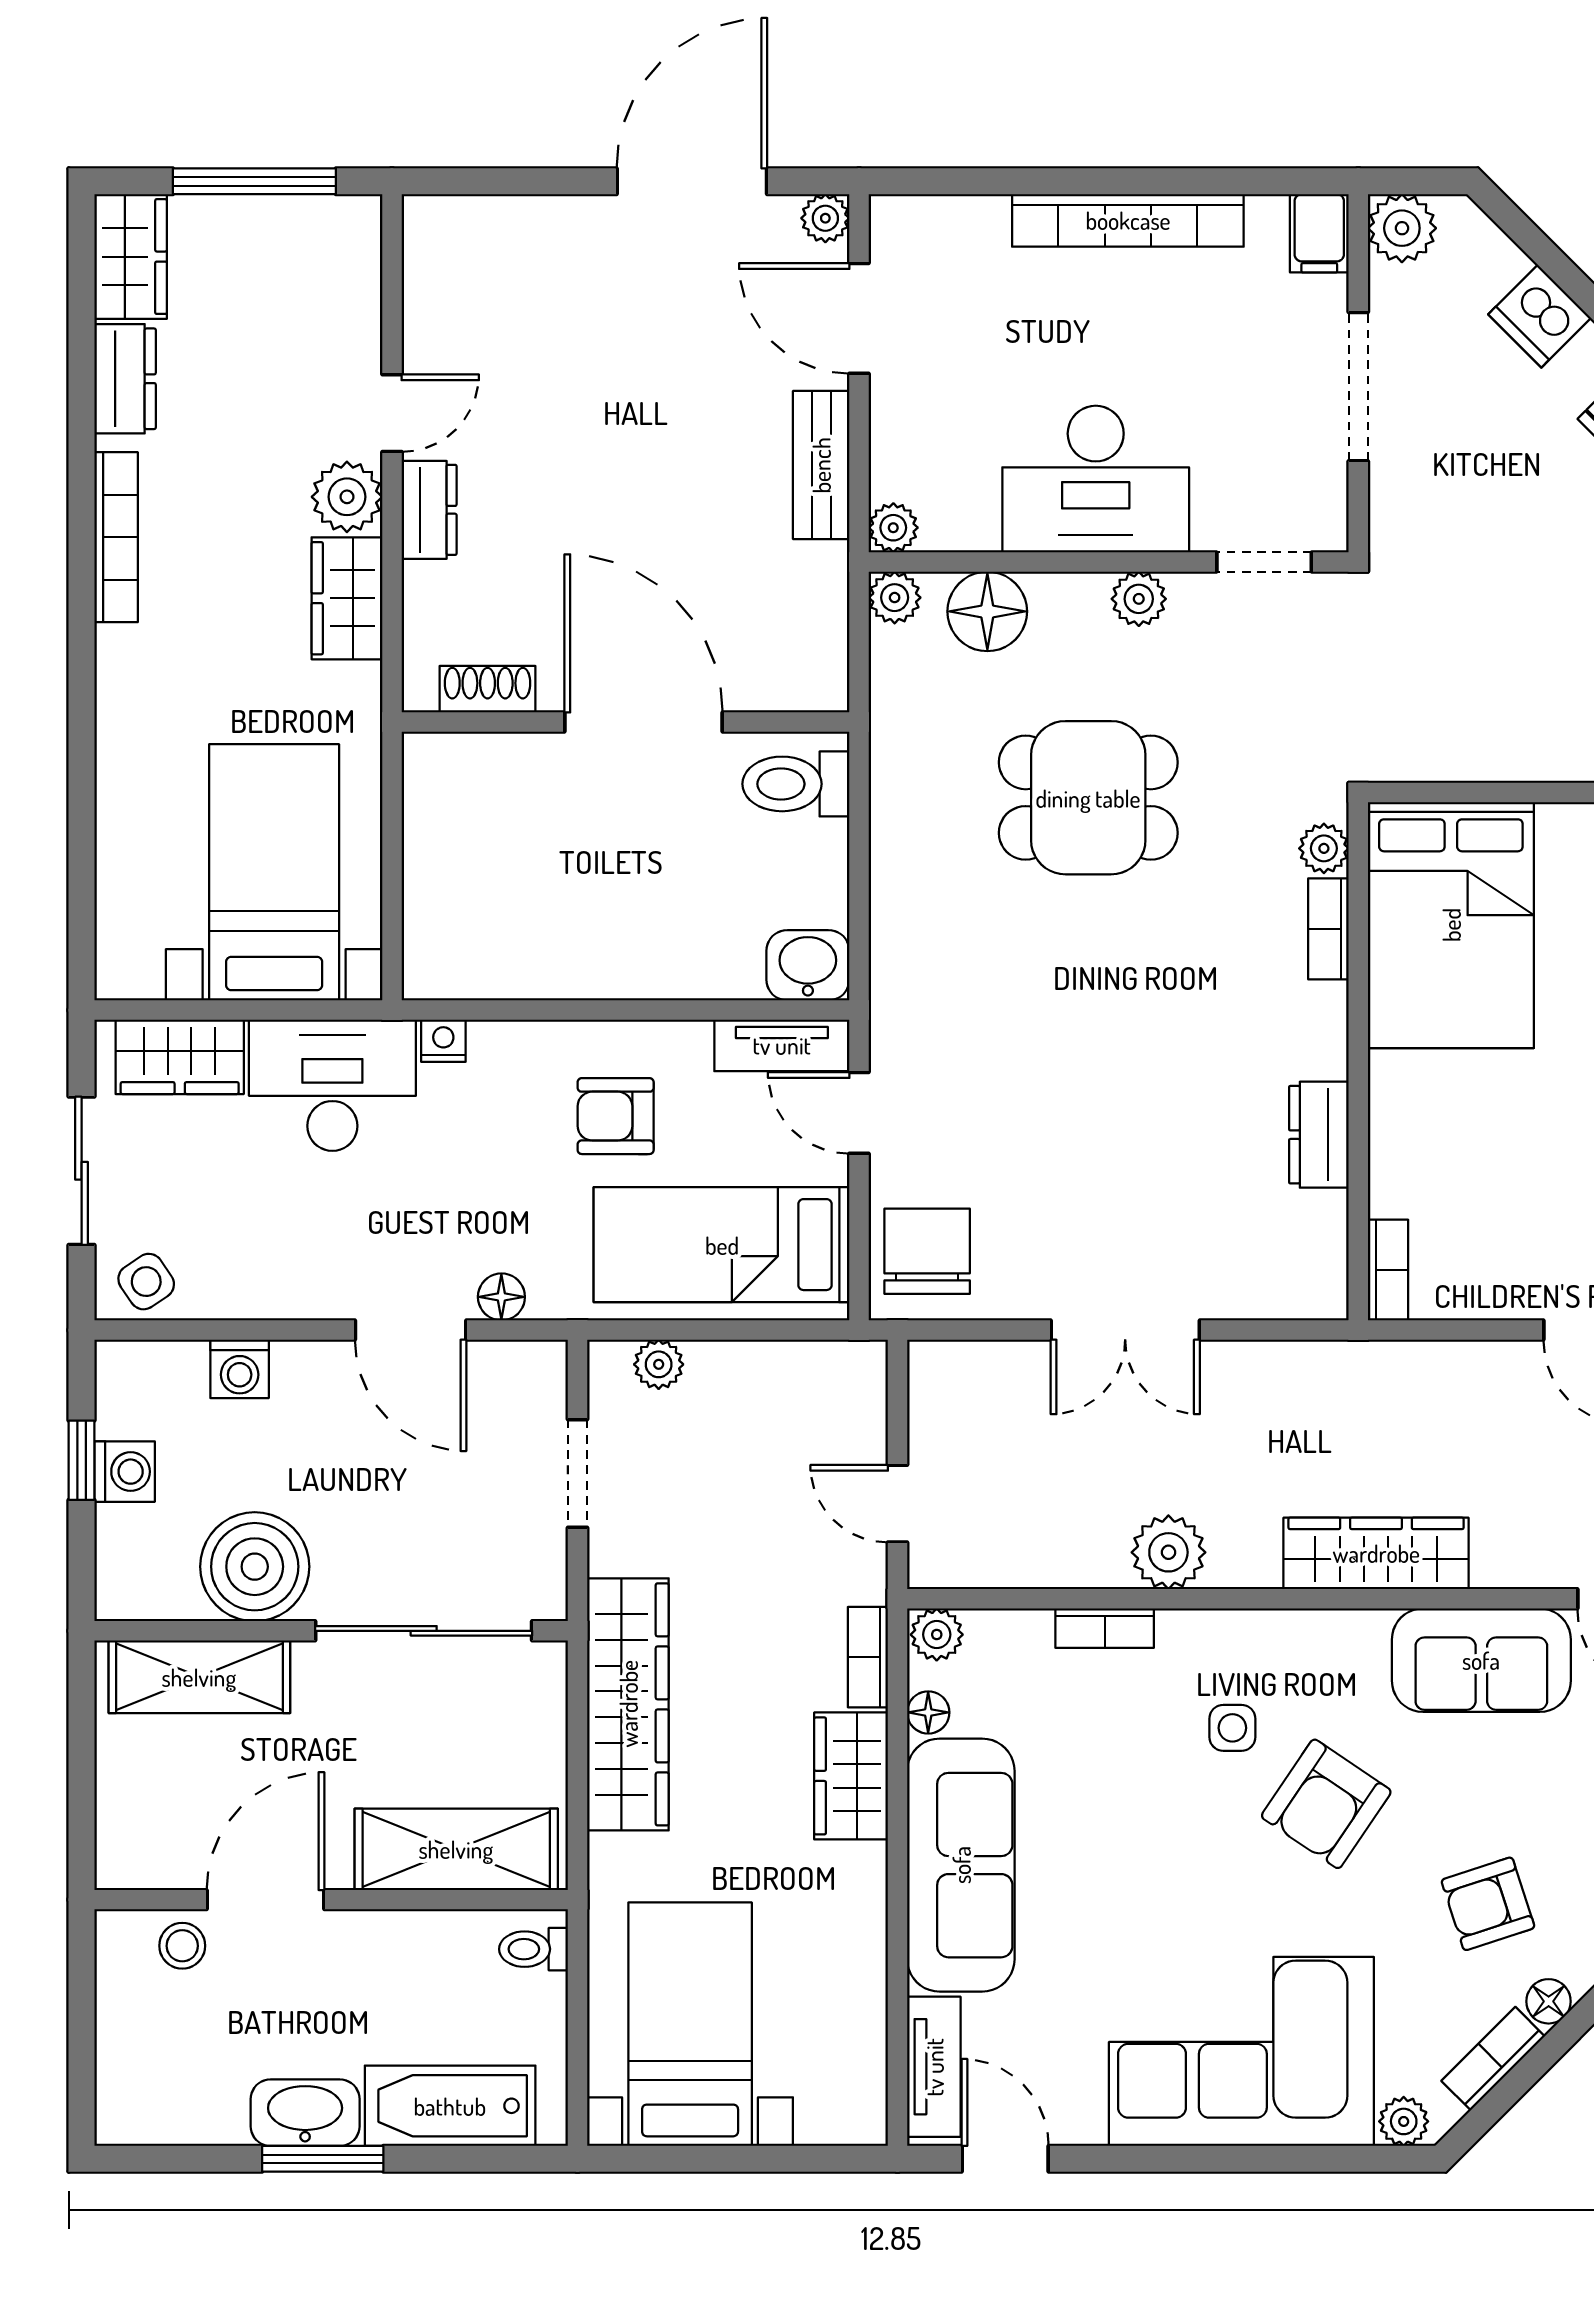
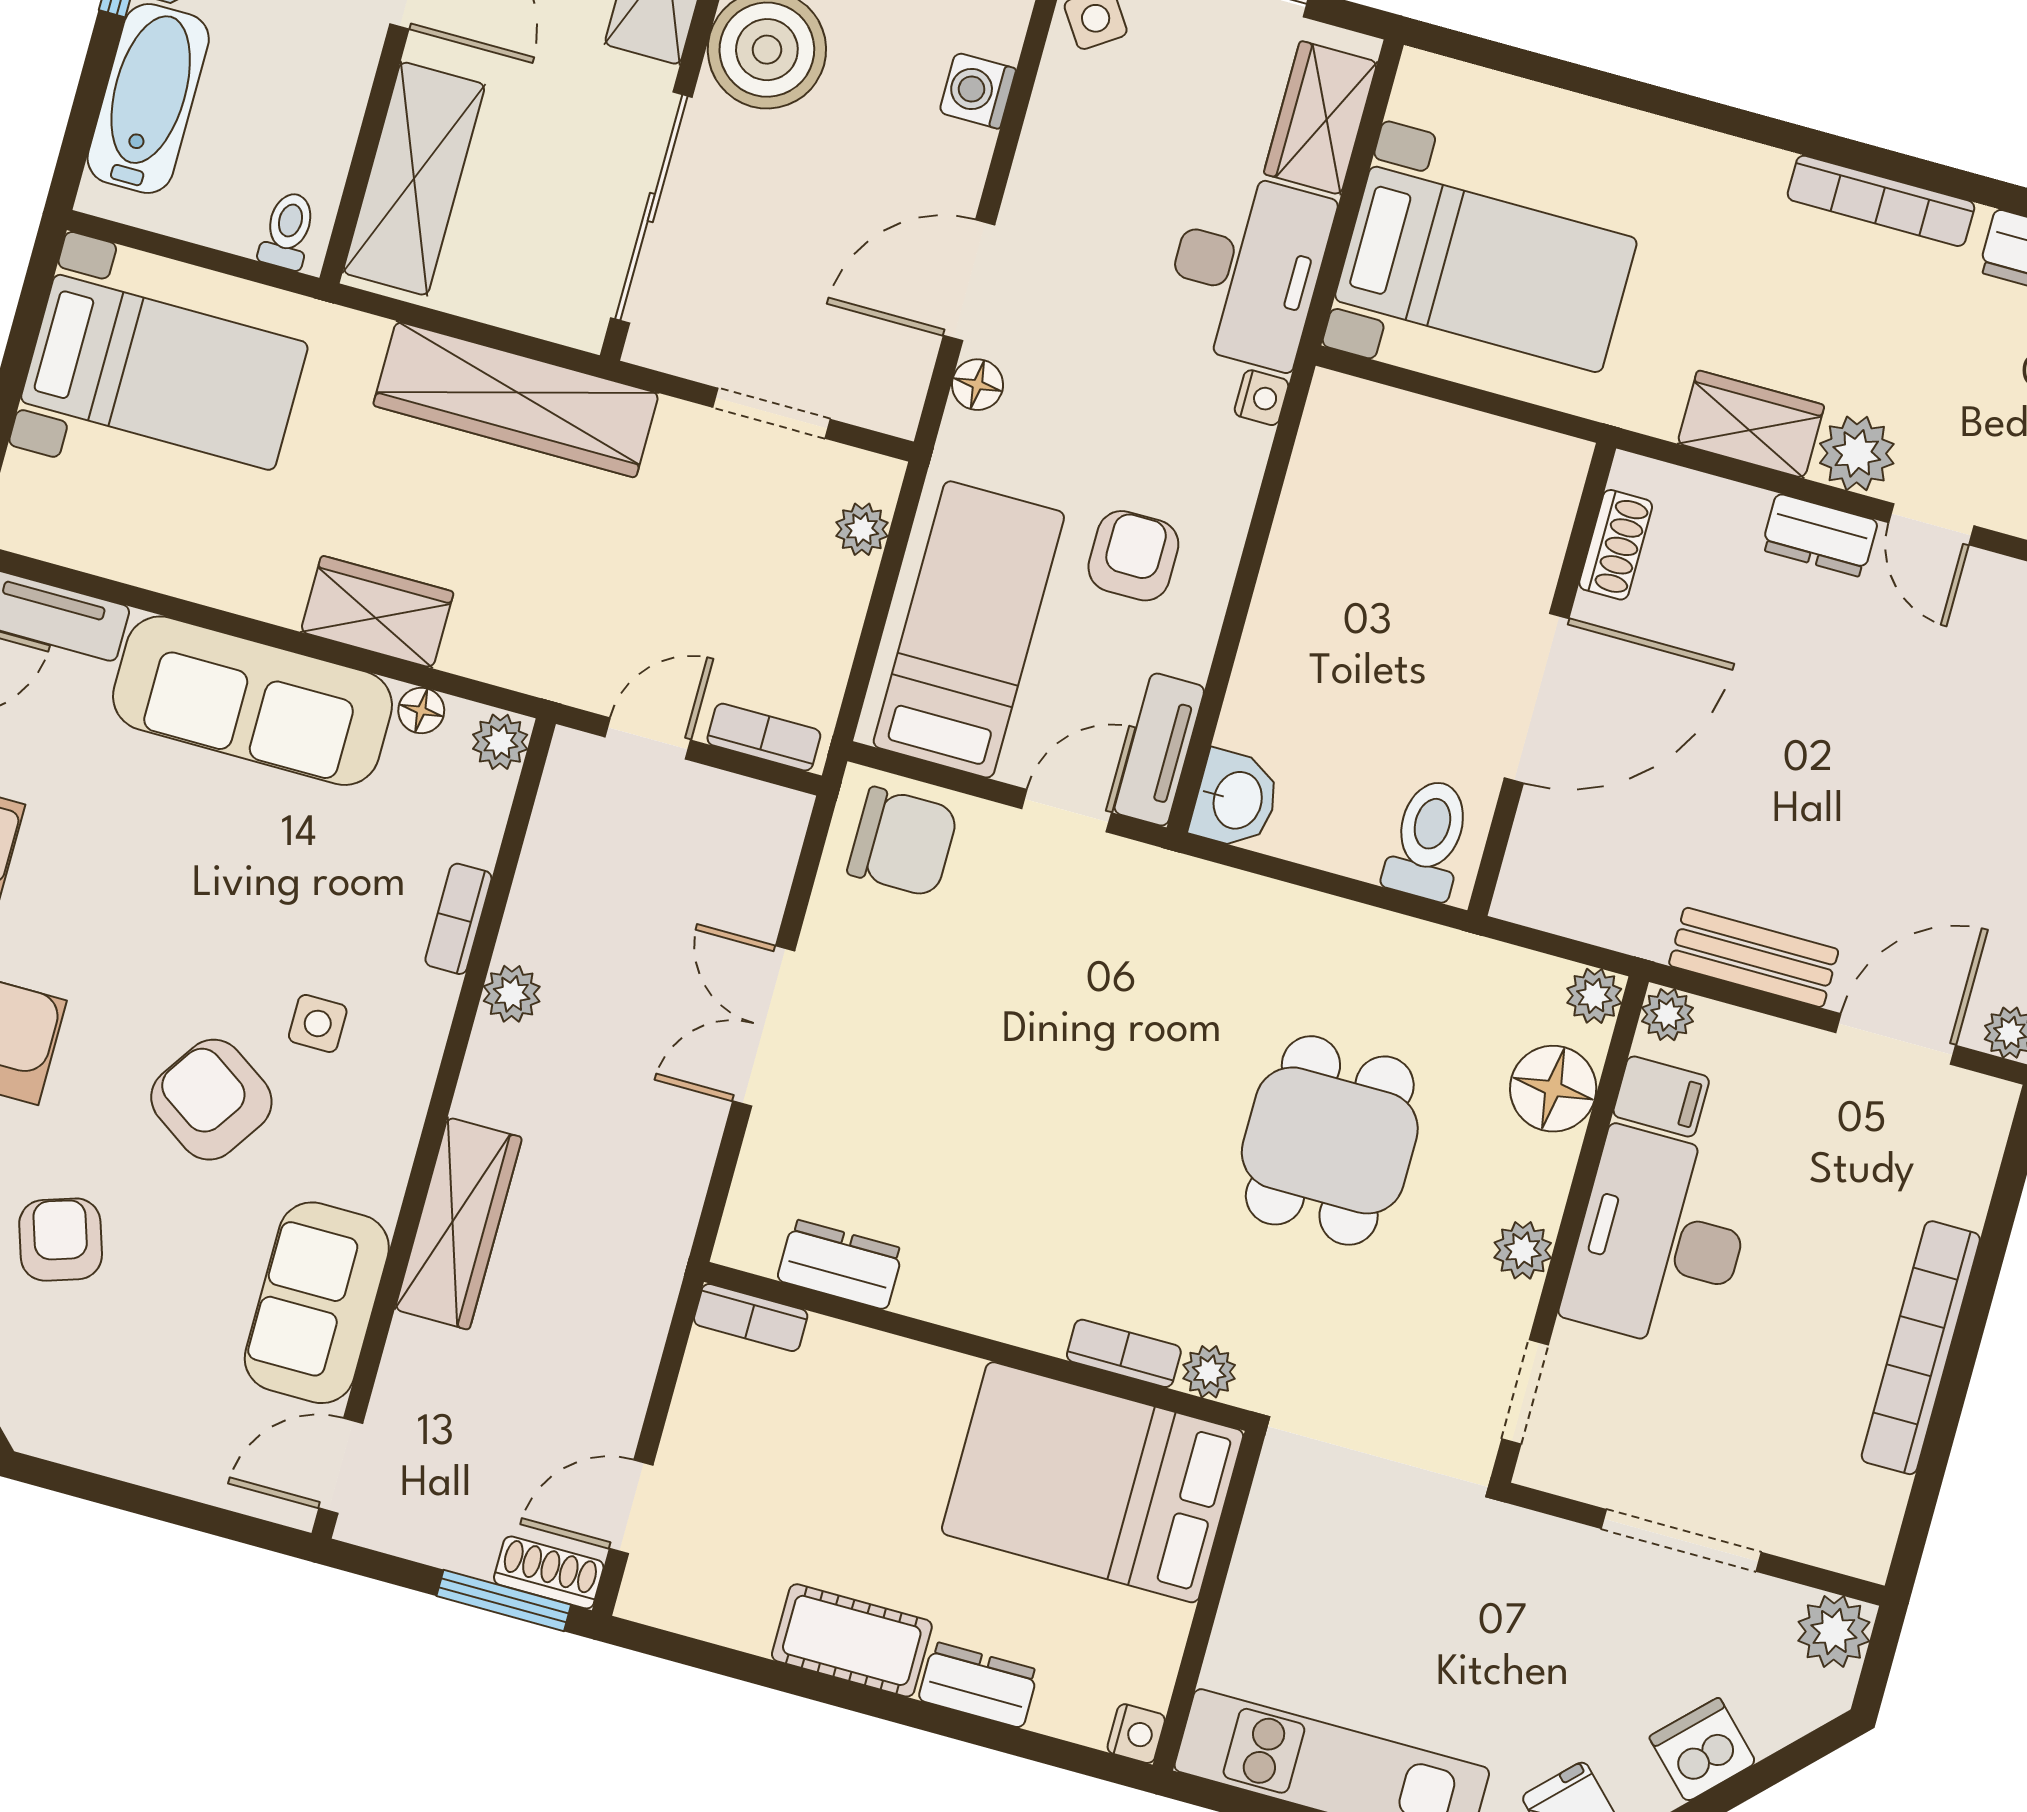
filing cabinet: (1319, 233) -> (1661, 1096), moved, turned 180
dresser: (1319, 1135) -> (840, 1264), moved
plant: (1168, 1552) -> (512, 994), width x0.73, depth x0.73
bookcase: (868, 1657) -> (764, 737), moved

